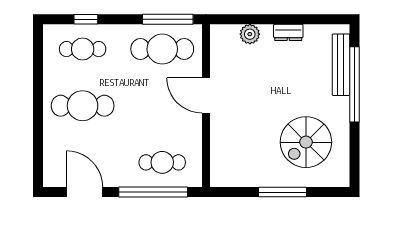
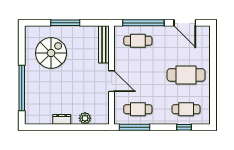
cafe table: (162, 49) -> (138, 109), width x0.73, depth x0.74
bench: (341, 65) -> (104, 44), moved

